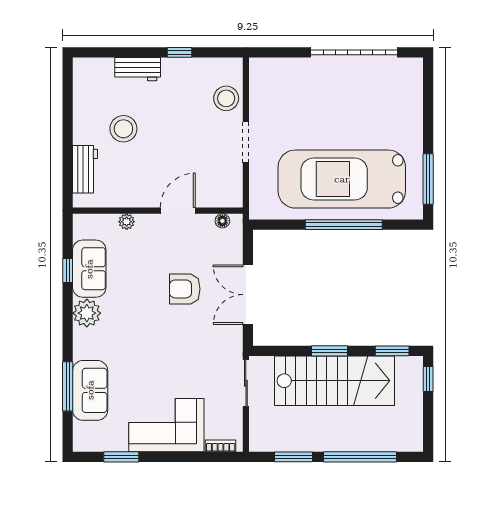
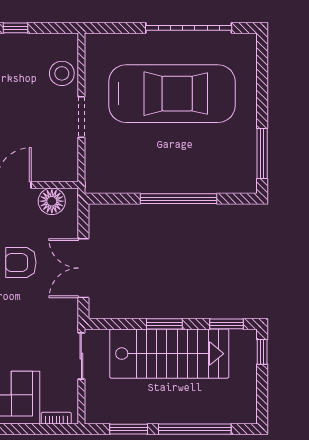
car: (342, 179) -> (172, 94), moved, turned 180
floor lamp: (222, 221) -> (52, 201), width x1.89, depth x1.89

